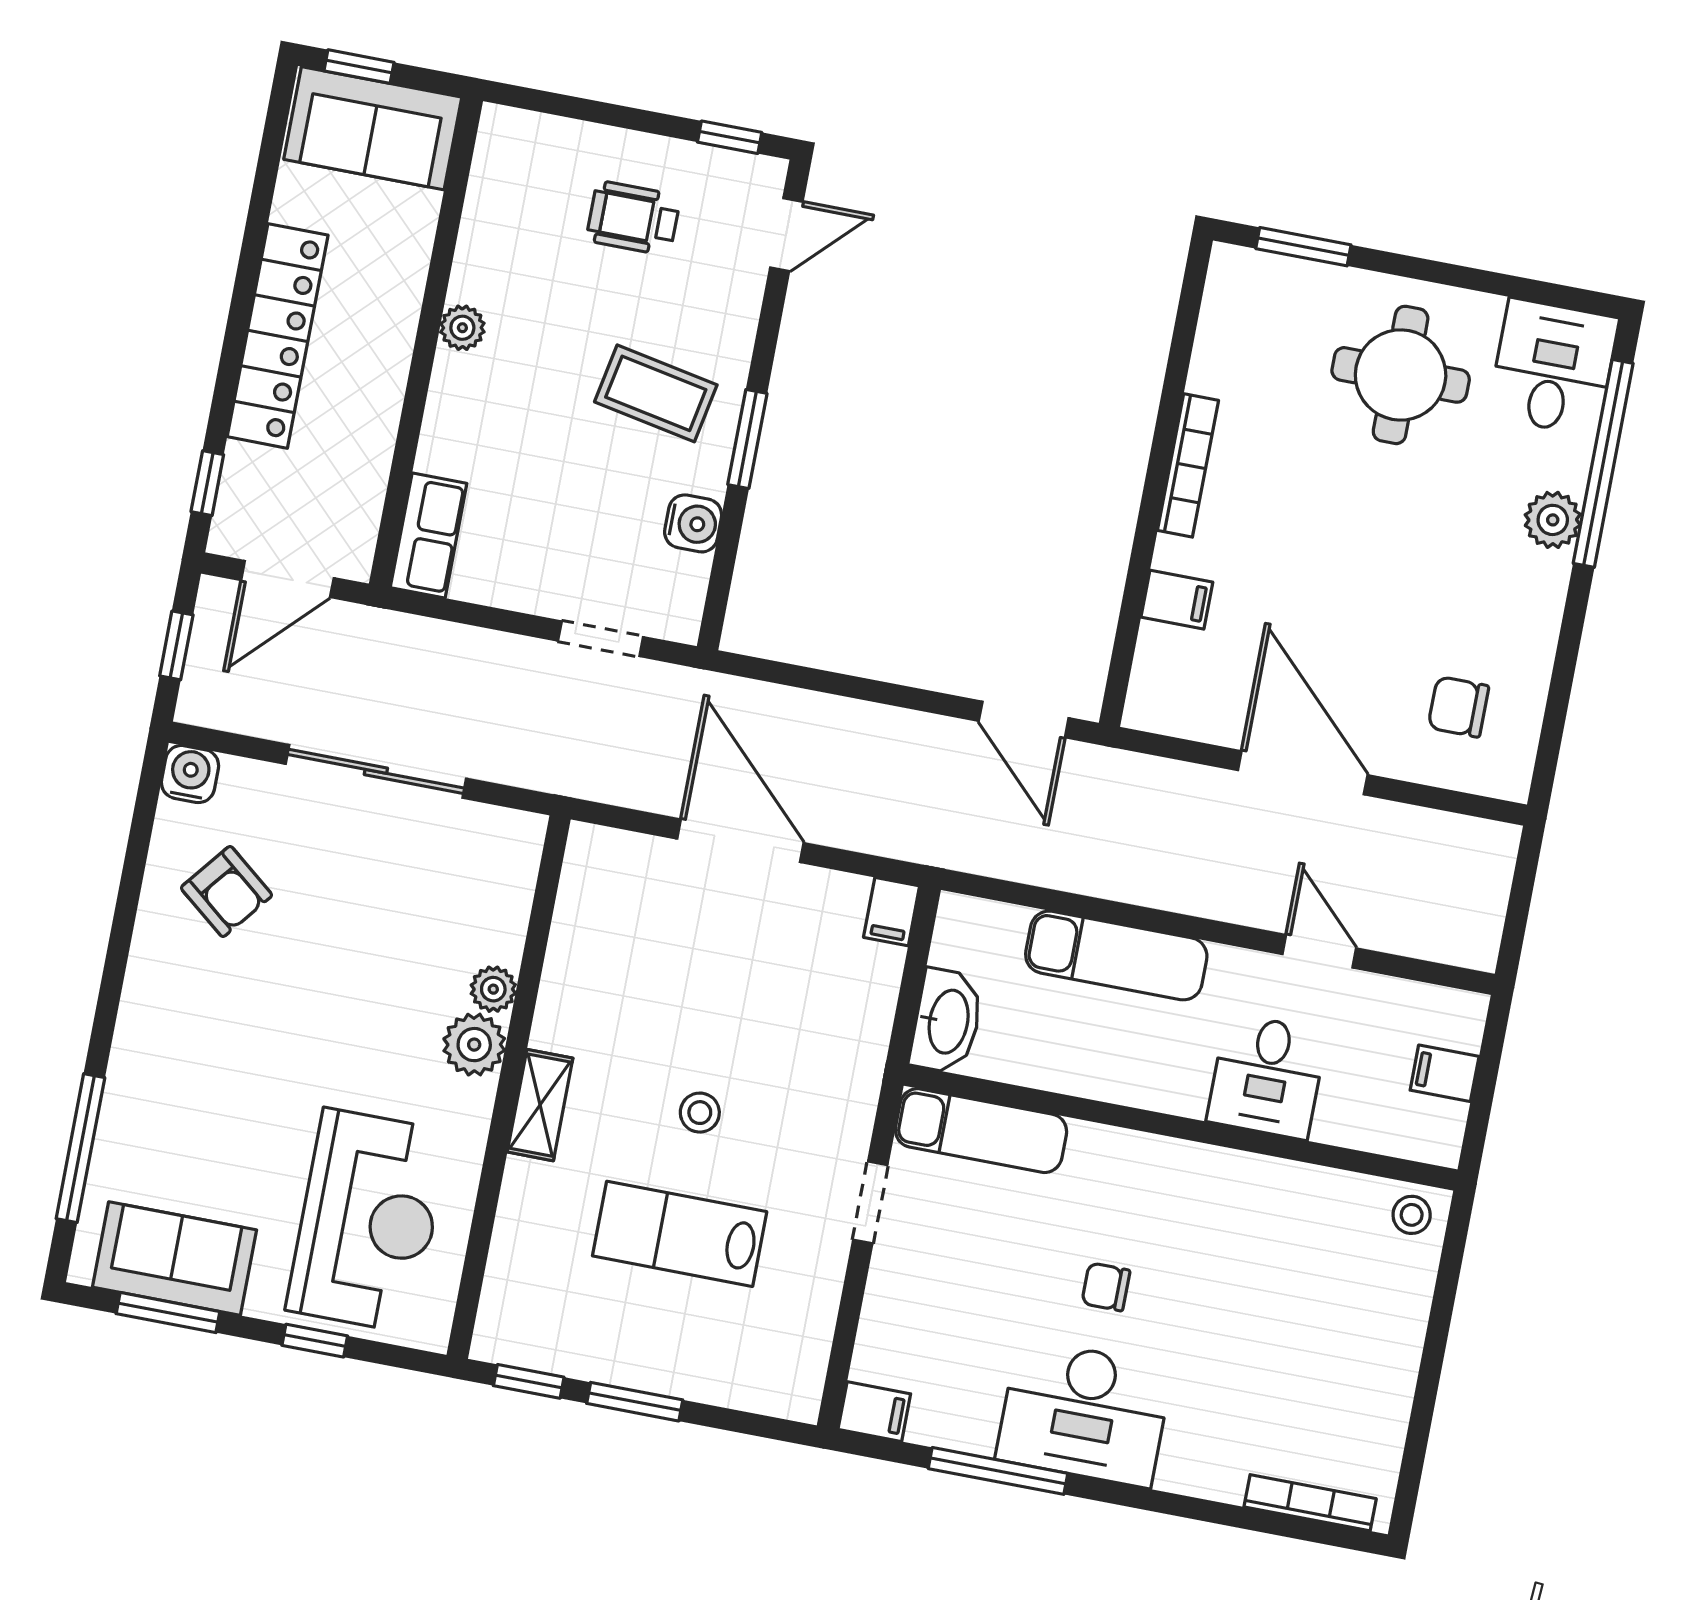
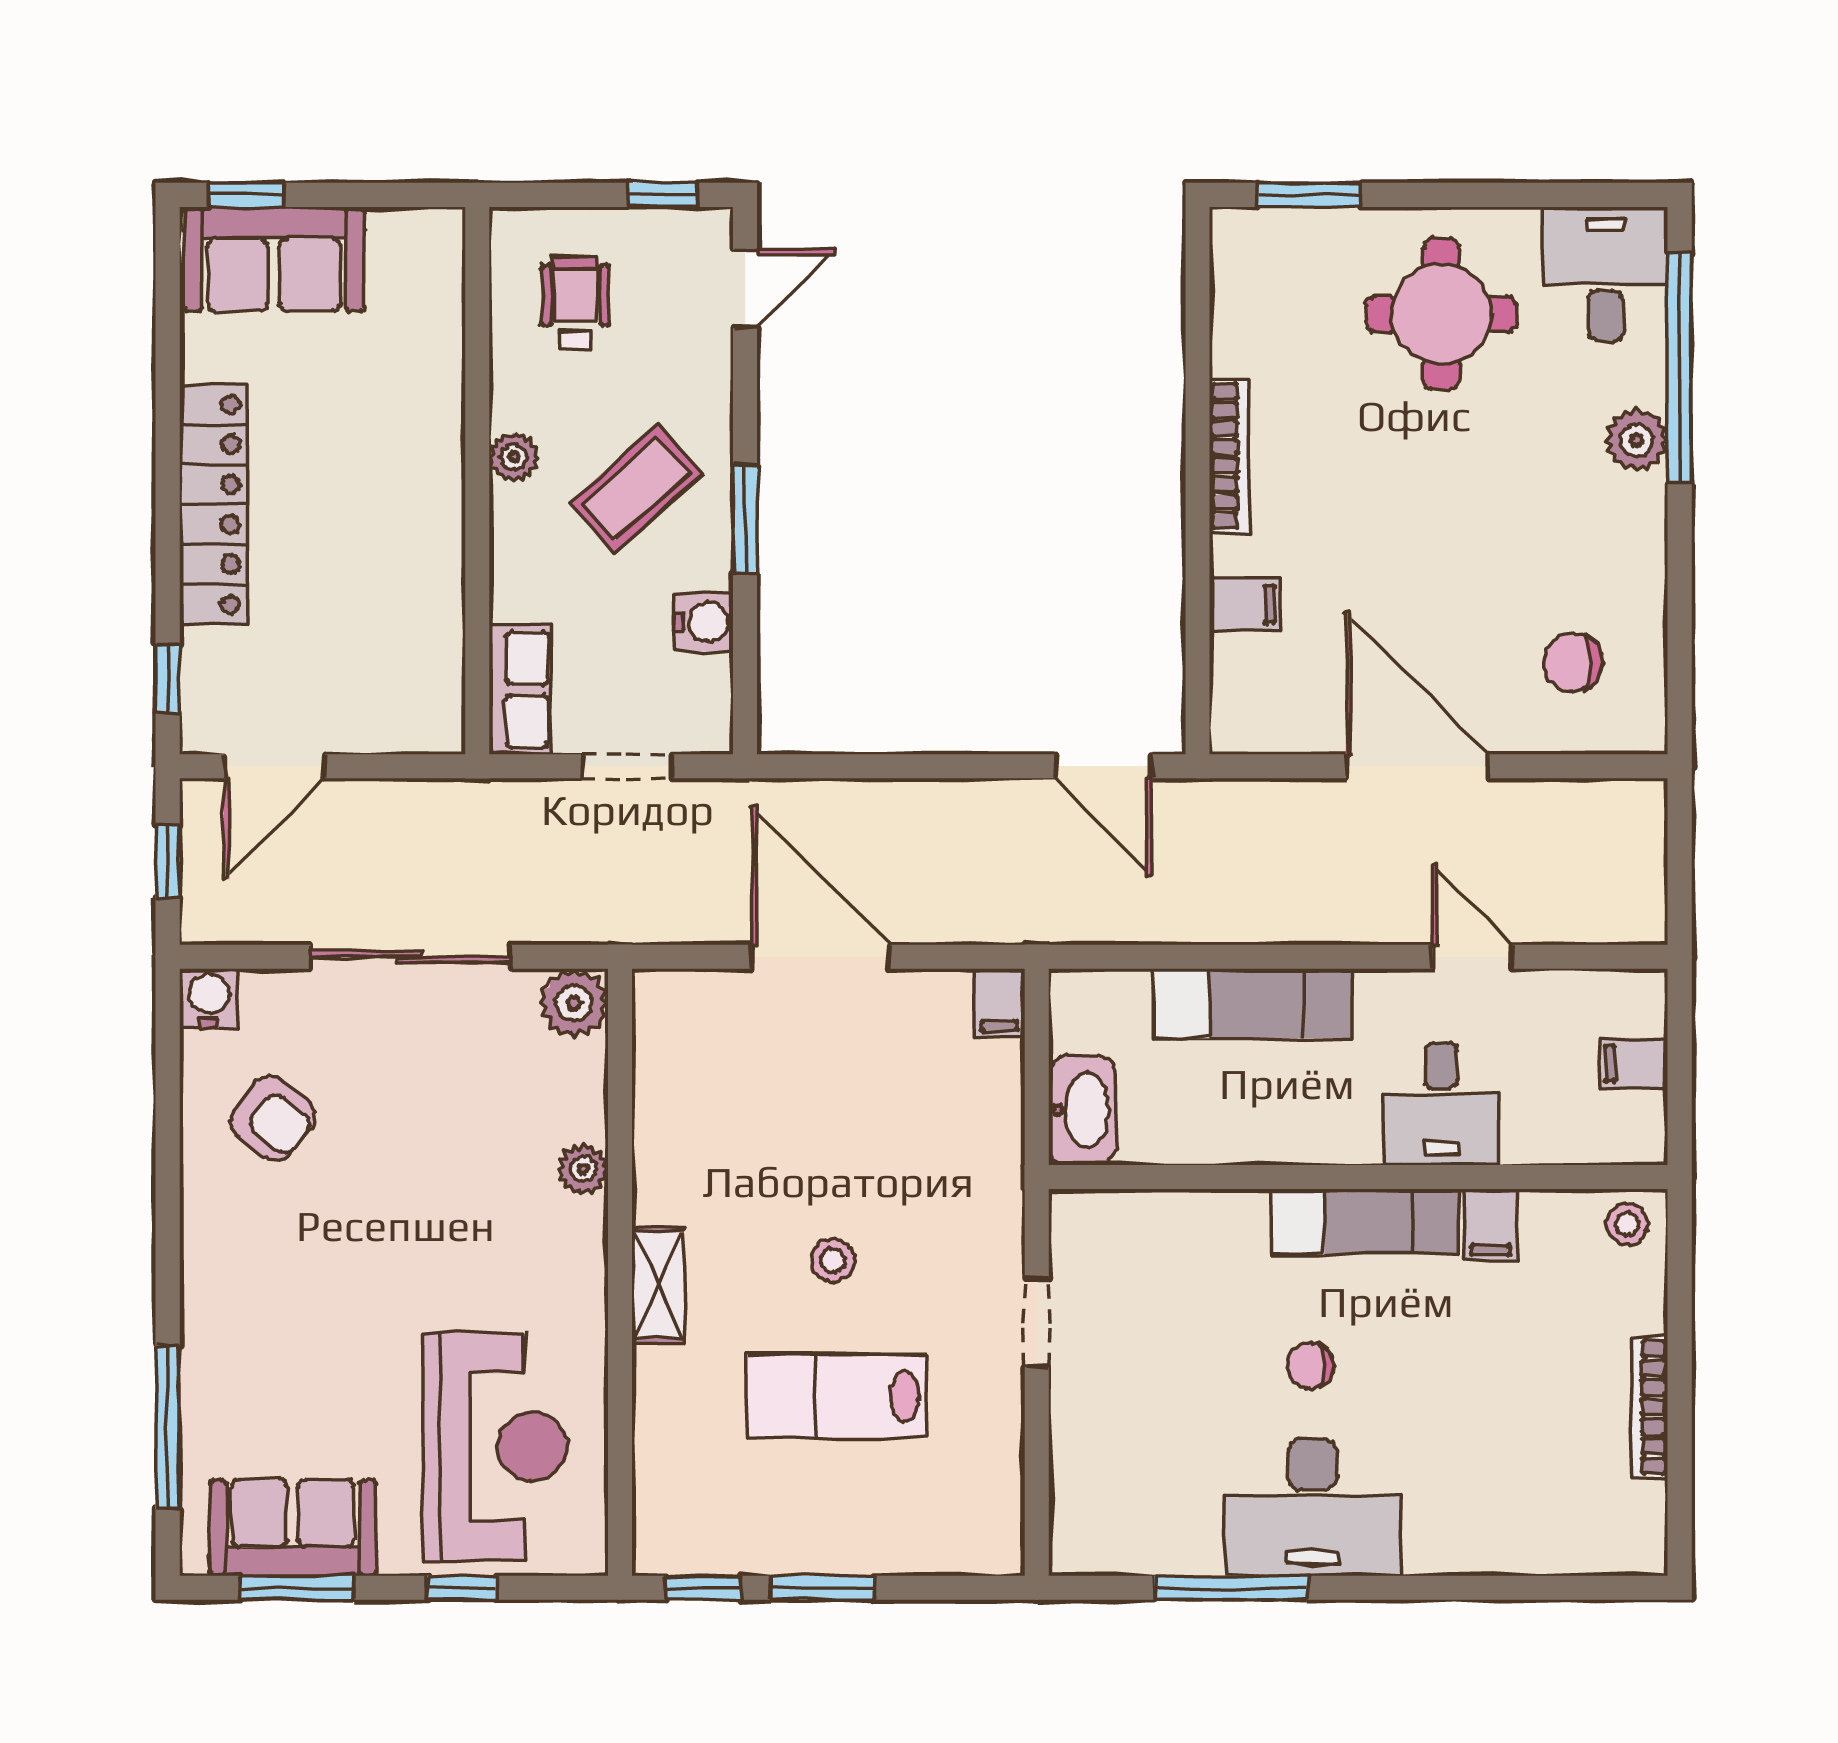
wheelchair: (633, 218) -> (575, 303), turned 90
plant: (462, 328) -> (514, 457), moved
wall: (426, 342) -> (477, 481), moved
coffee table: (656, 393) -> (636, 488), turned -53
row of seats: (429, 536) -> (520, 690), moved
plant: (474, 1045) -> (574, 1003), moved
exam couch: (981, 1131) -> (1365, 1222), moved
filing cabinet: (874, 1412) -> (1490, 1225), moved, turned 90
bookcase: (1310, 1503) -> (1650, 1407), moved, turned -90

